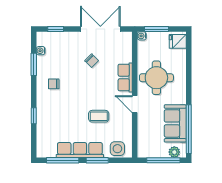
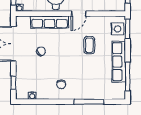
window: (34, 64) -> (44, 102), removed
row of seats: (125, 77) -> (49, 22), width x1.48
window: (34, 116) -> (89, 102), width x2.17
window: (97, 160) -> (128, 29), moved

